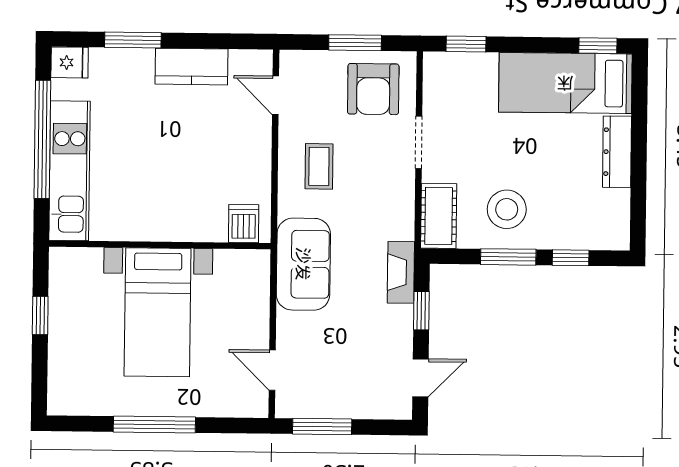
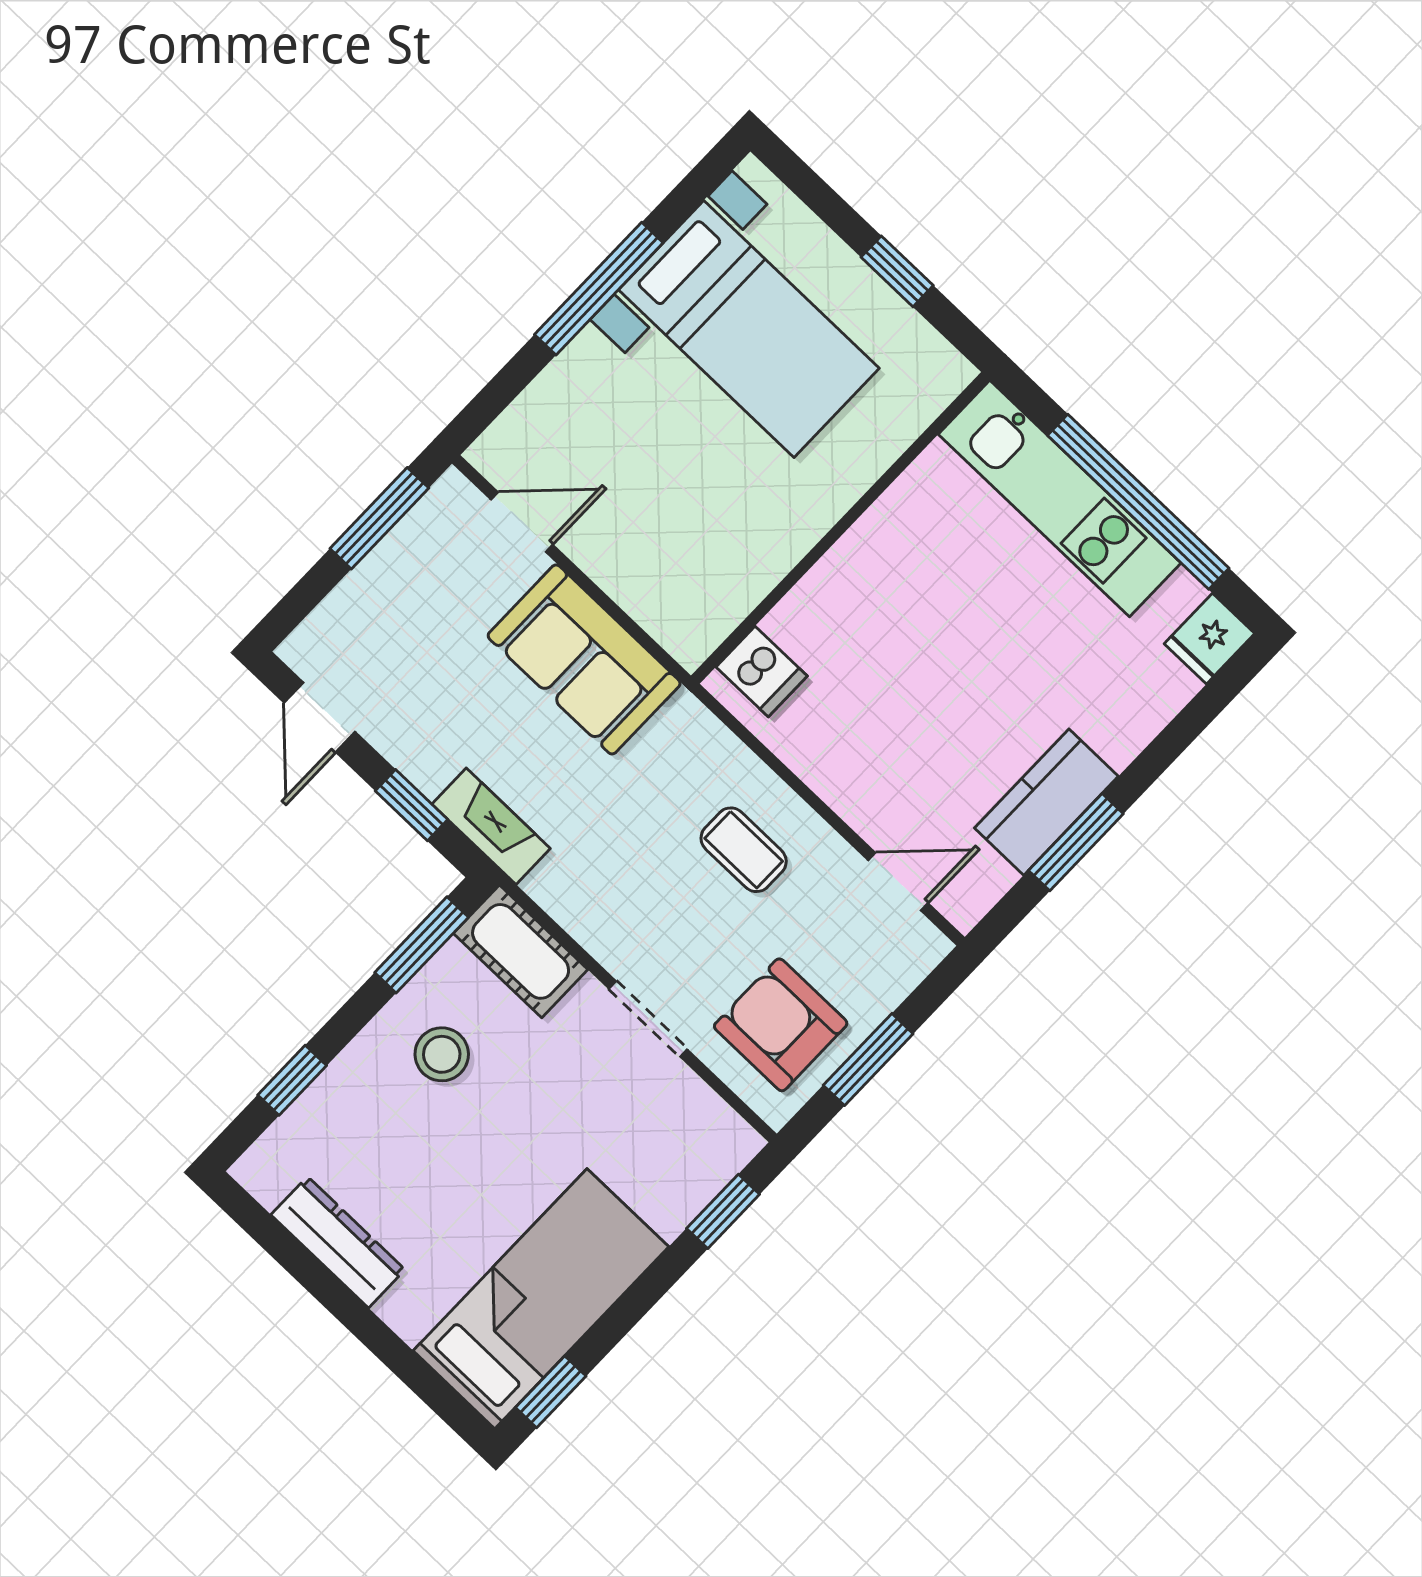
window: (133, 40) -> (1076, 842), moved
dresser: (617, 152) -> (338, 1242), moved
stool: (507, 209) -> (442, 1054), width x0.73, depth x0.73
window: (508, 257) -> (422, 945), moved
sofa: (303, 264) -> (584, 659), moved
bed with nightstands: (158, 312) -> (749, 329), moved, turned 180

